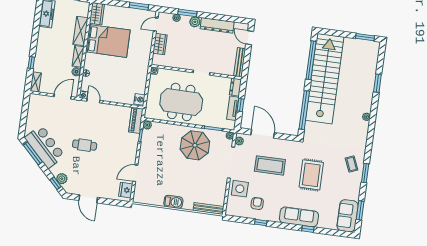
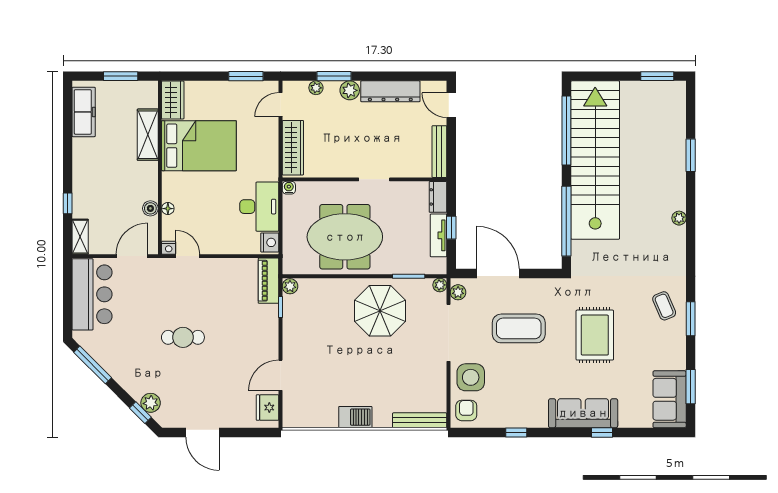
wardrobe: (160, 44) -> (293, 148), width x1.50
shelving: (78, 56) -> (150, 181), removed
desk: (136, 79) -> (259, 207), added
bar counter: (45, 147) -> (92, 294), moved, turned 45
armchair: (257, 203) -> (466, 410), moved

